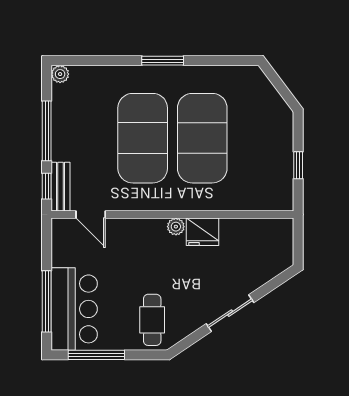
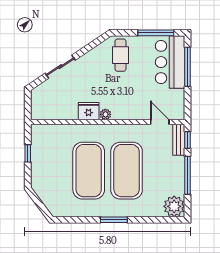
plant: (60, 74) -> (174, 206), width x1.87, depth x1.87
sliding door: (230, 313) -> (60, 67), moved

